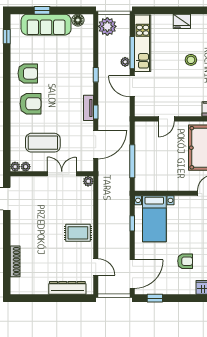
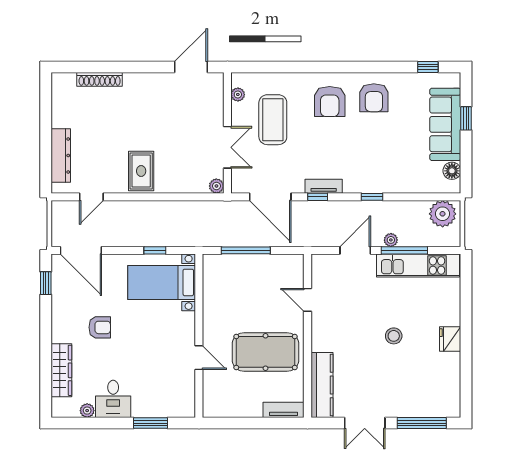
fridge: (182, 21) -> (450, 339), moved
plant: (15, 167) -> (238, 79), removed
armchair: (185, 261) -> (100, 327), turned -90

